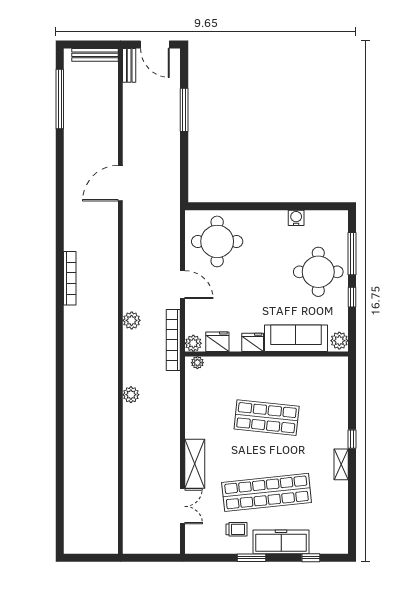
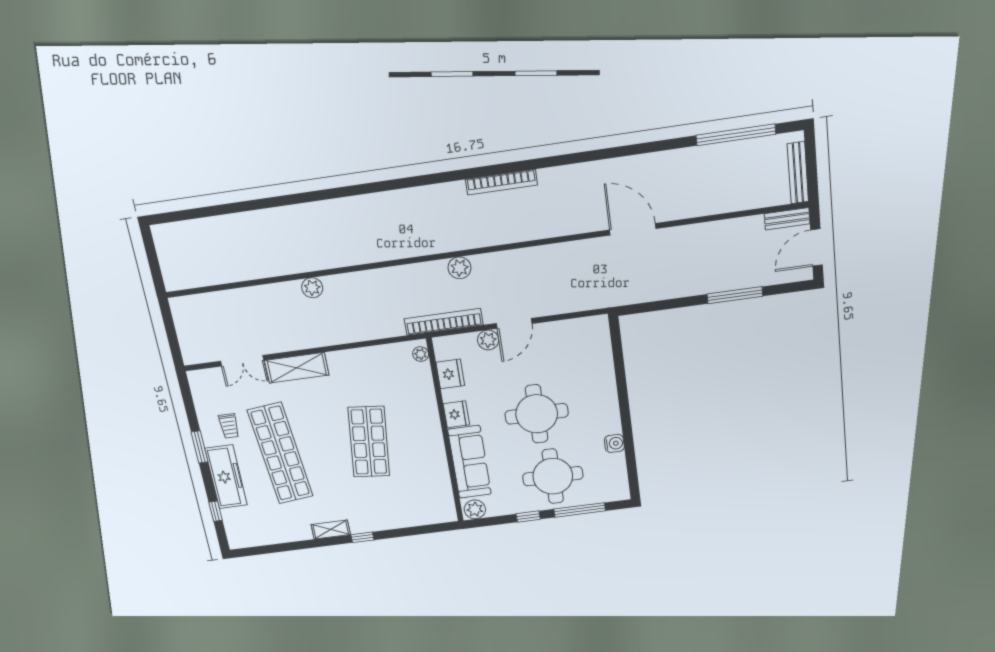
round table: (217, 241) -> (537, 414), moved
plant: (193, 343) -> (488, 340), moved
plant: (131, 395) -> (312, 288), moved

